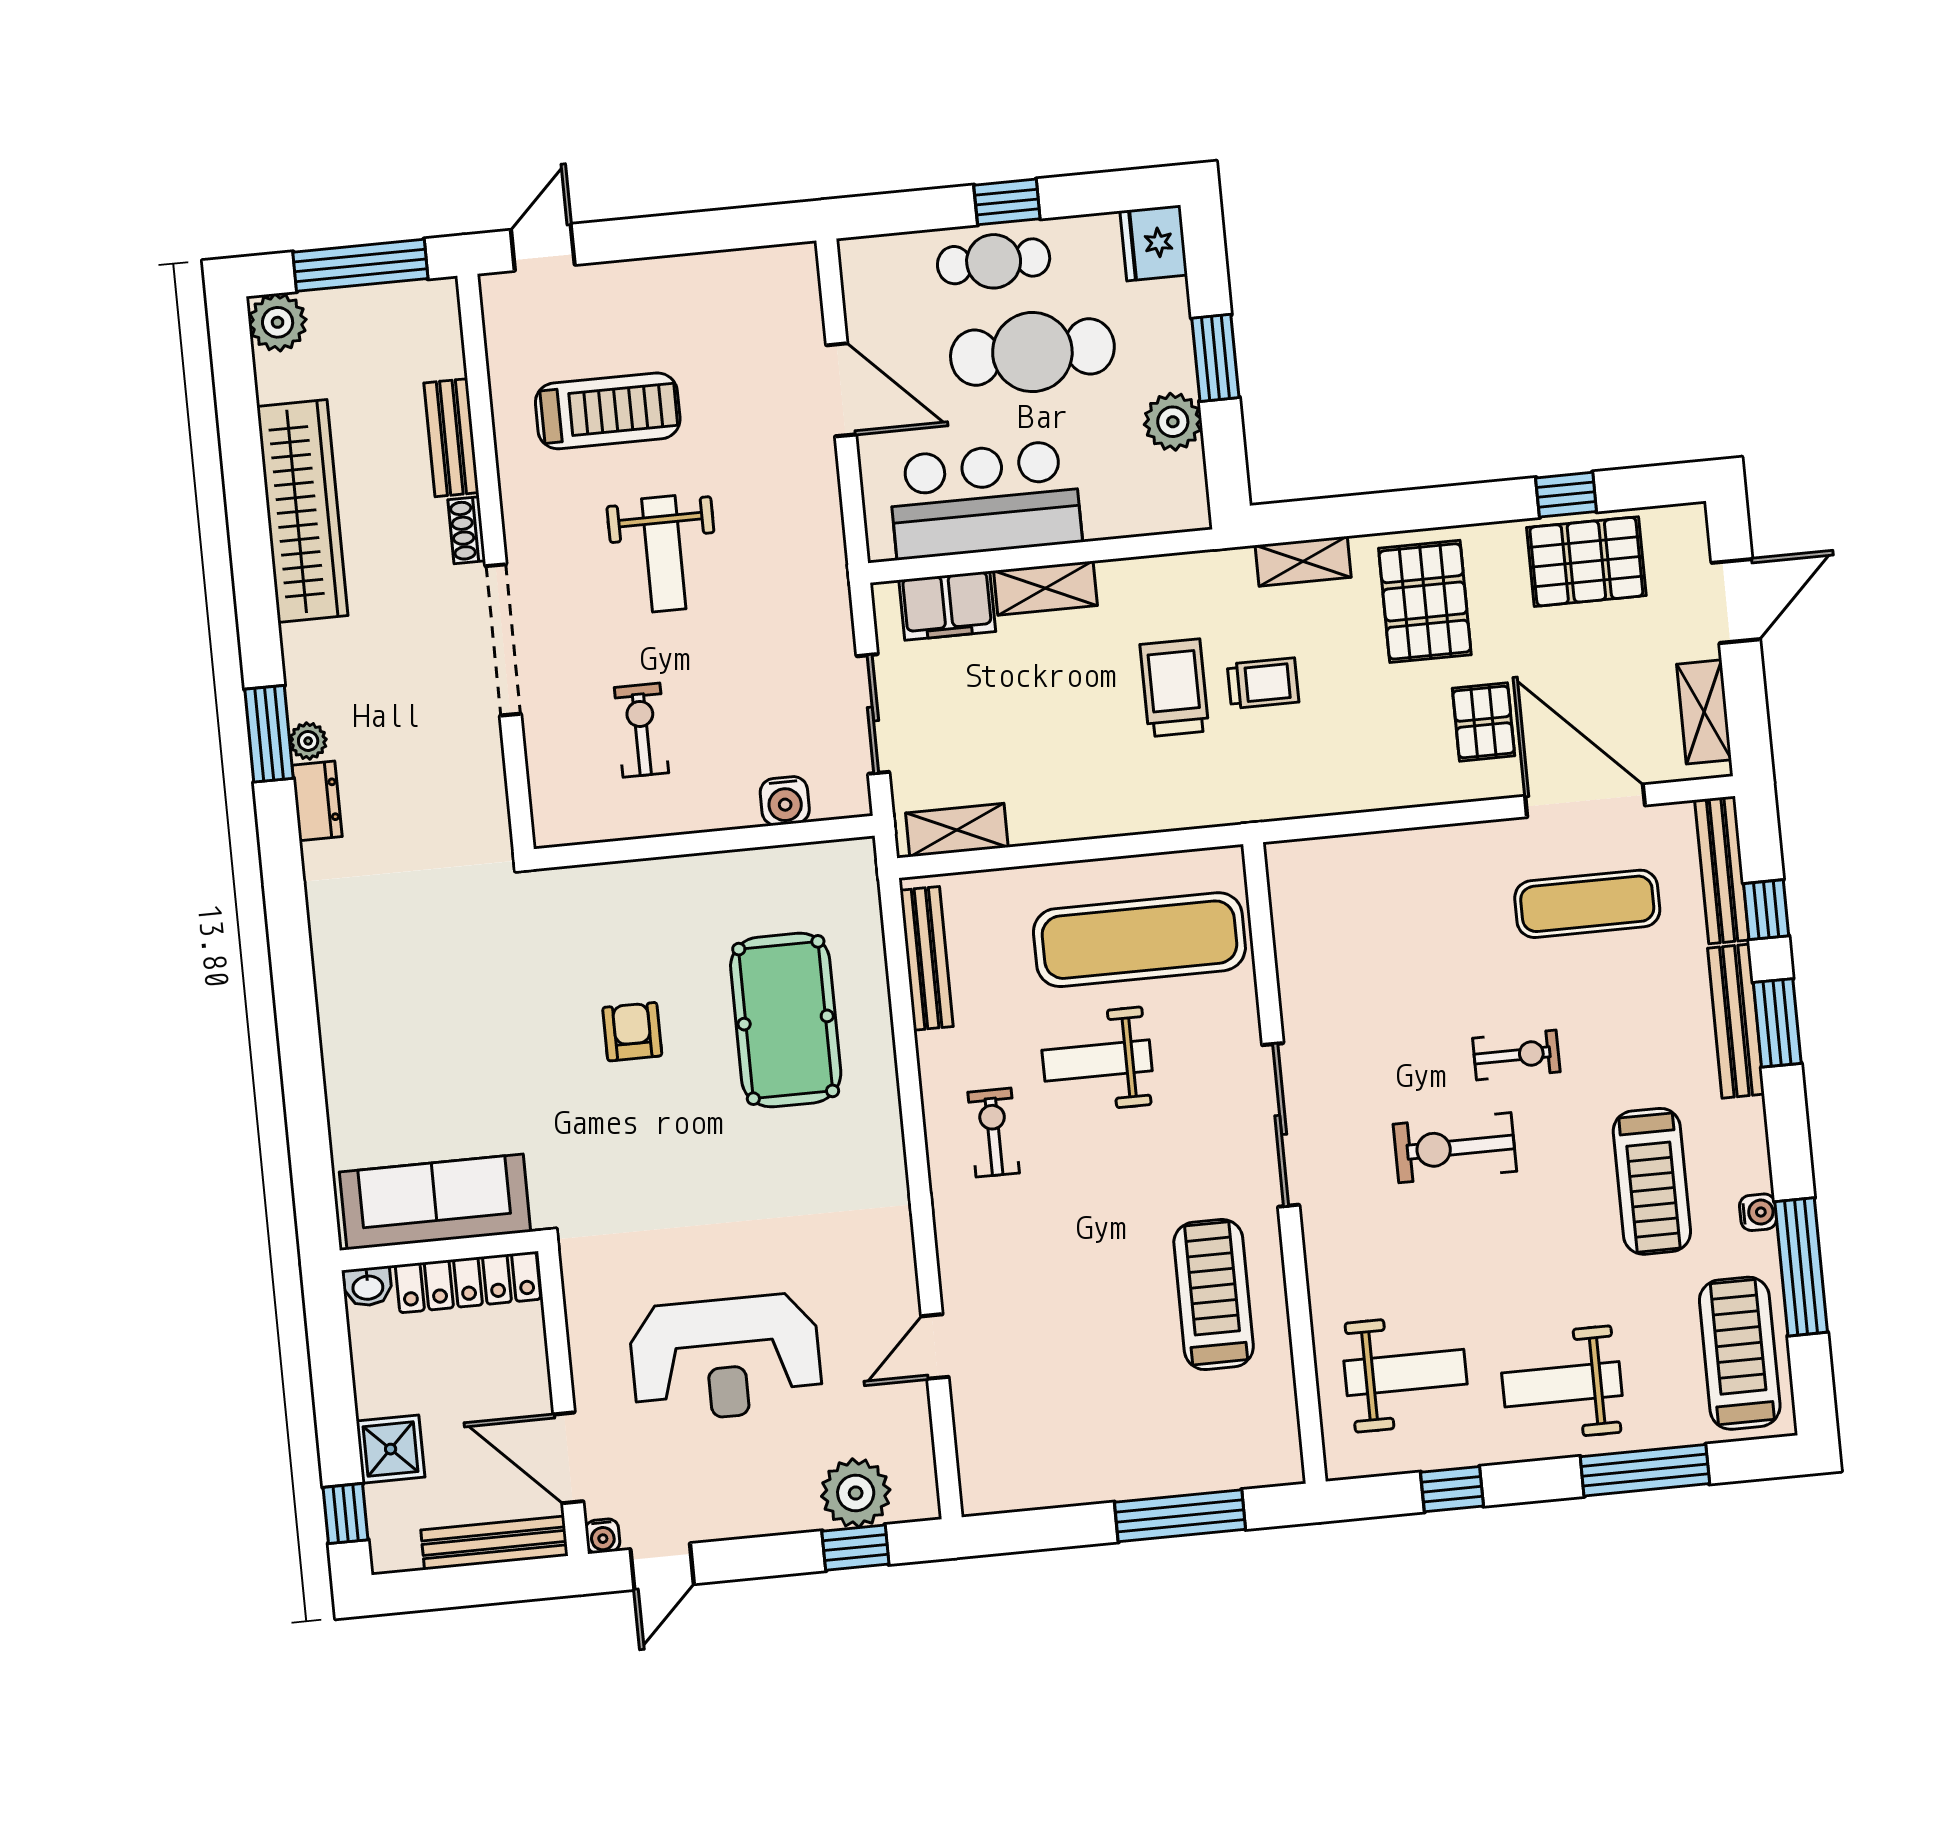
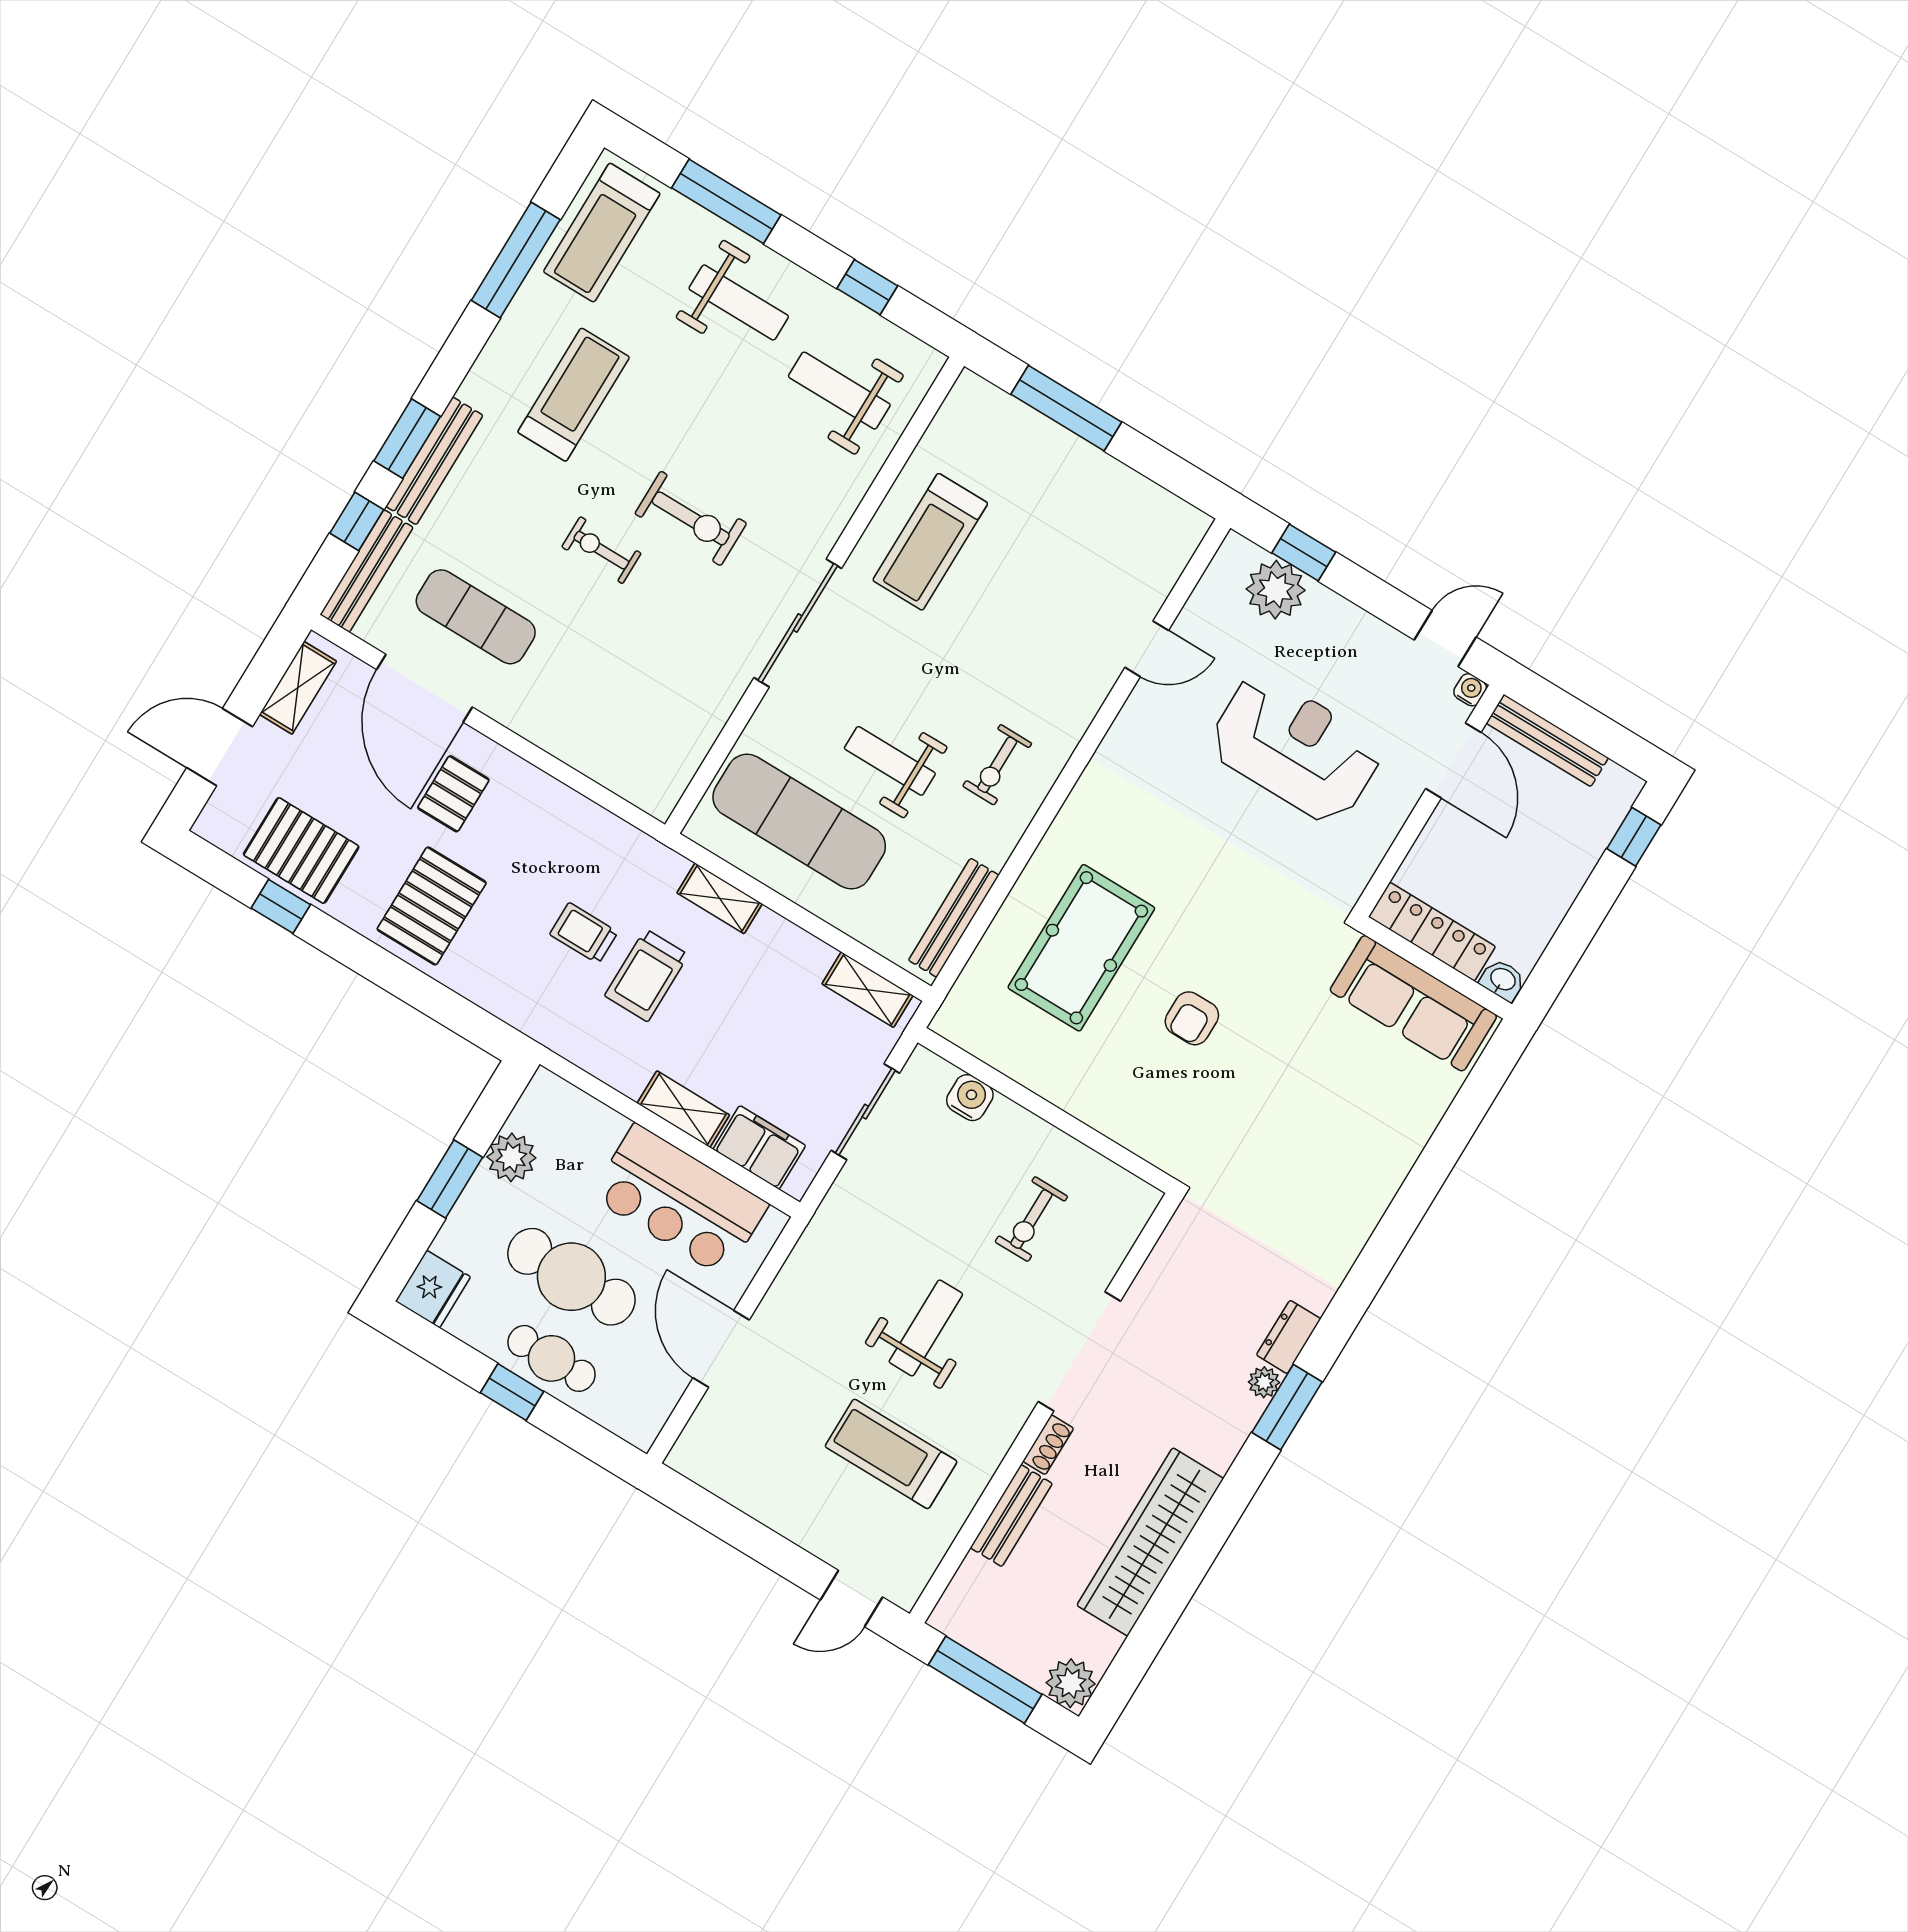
shelving: (1303, 561) -> (720, 898), moved
weight bench: (1097, 1060) -> (890, 761), turned 180
water cooler: (1758, 1212) -> (517, 319), removed
shower: (391, 1449) -> (1570, 858), removed

